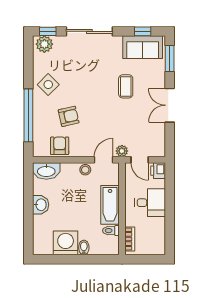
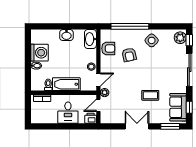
door: (104, 160) -> (98, 80), hinge flipped

